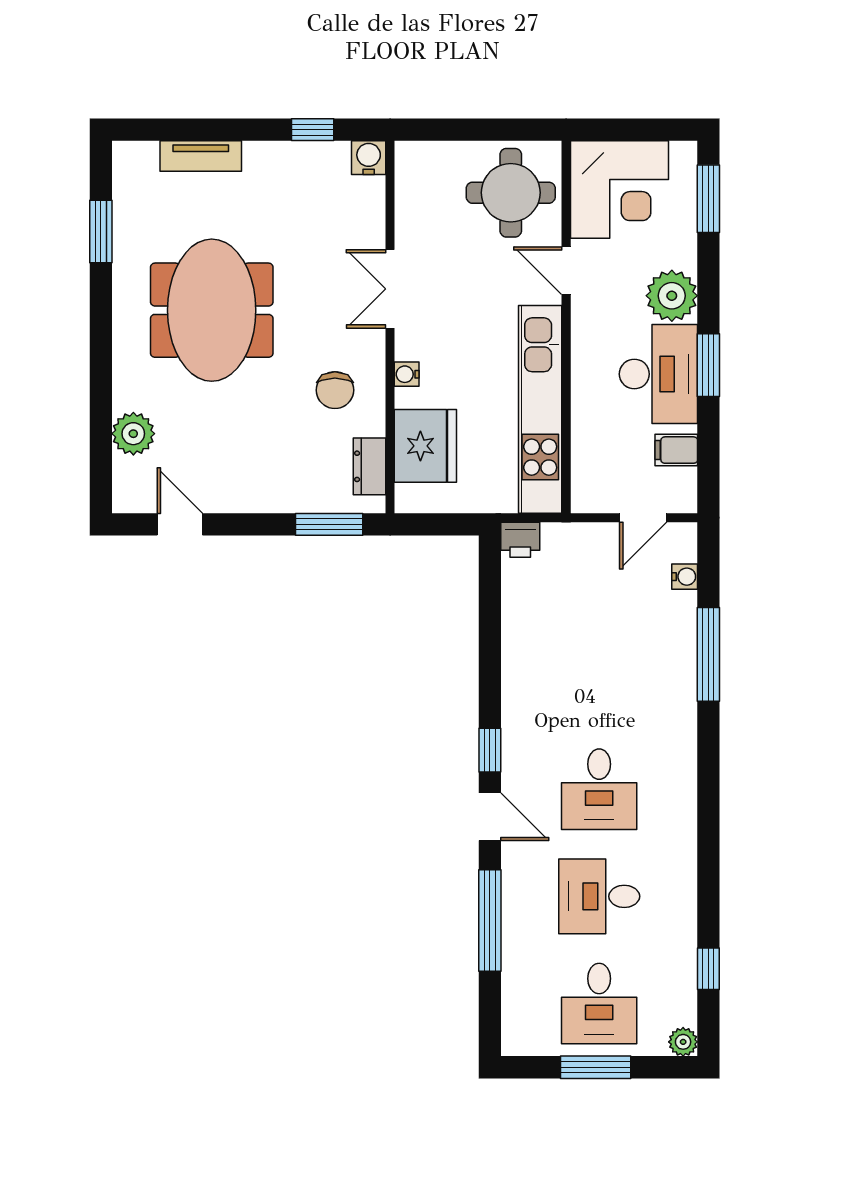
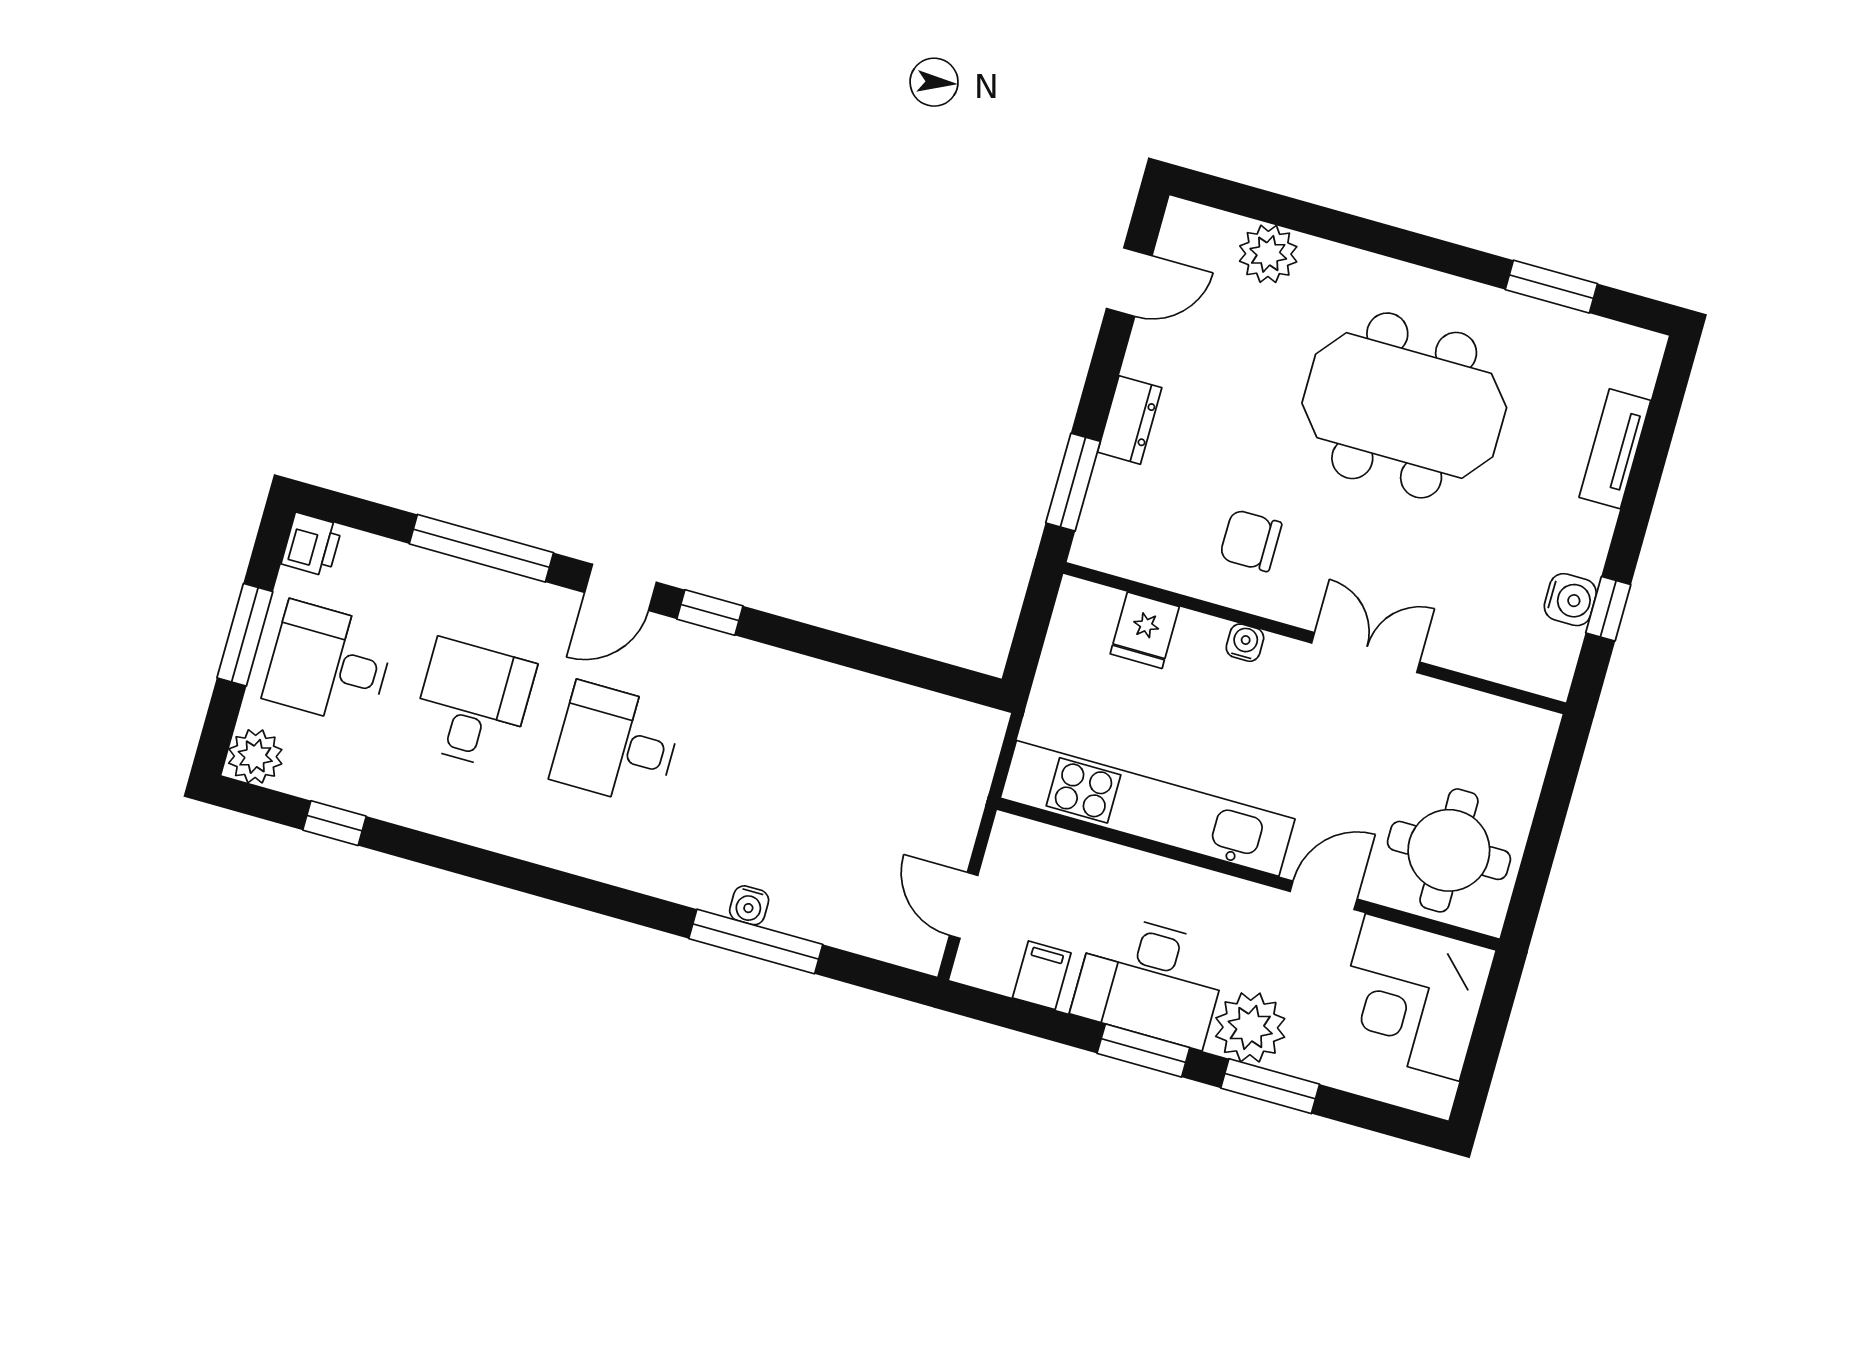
water cooler: (369, 158) -> (1570, 600), moved
window: (708, 199) -> (1270, 1086), moved
fridge: (425, 446) -> (1145, 630), width x0.53, depth x0.75
dresser: (370, 466) -> (1130, 420), moved, turned 90
printer: (520, 540) -> (312, 545), moved, turned 180
water cooler: (685, 577) -> (749, 905), moved
plant: (683, 1042) -> (255, 756), width x1.38, depth x1.38

